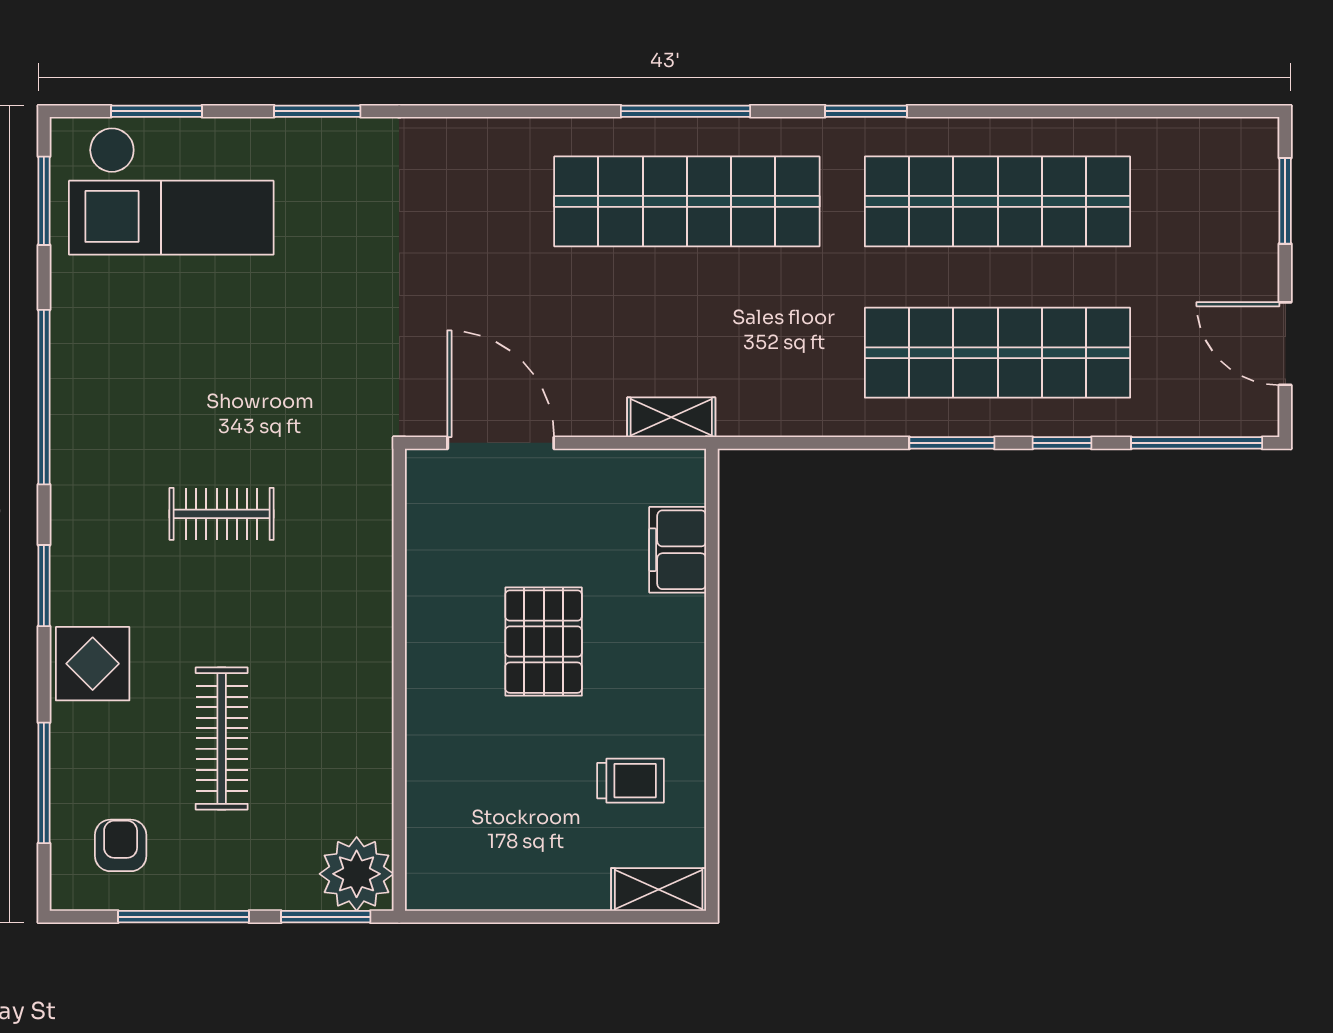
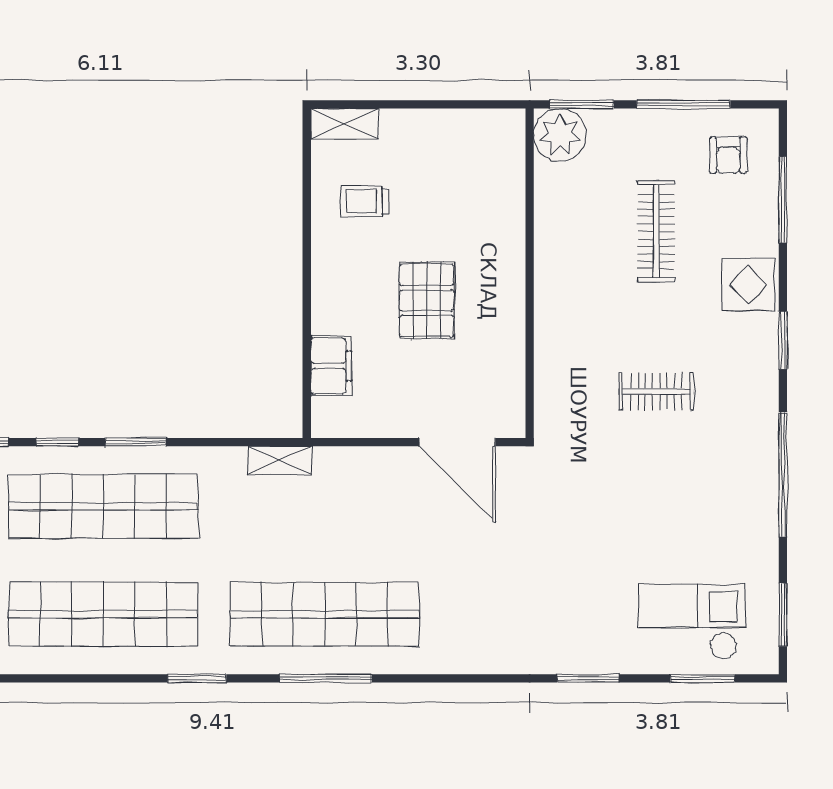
checkout: (171, 191) -> (692, 622), width x0.73, depth x0.83
shelving: (671, 417) -> (280, 460), moved

